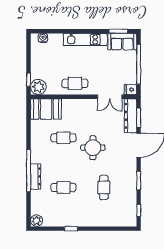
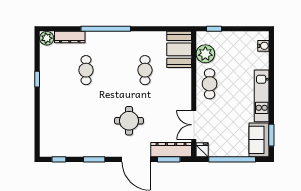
plant: (38, 87) -> (205, 54), moved
round table: (93, 148) -> (129, 121), moved
dresser: (36, 176) -> (70, 37), moved
cafe table: (104, 187) -> (86, 118), removed

